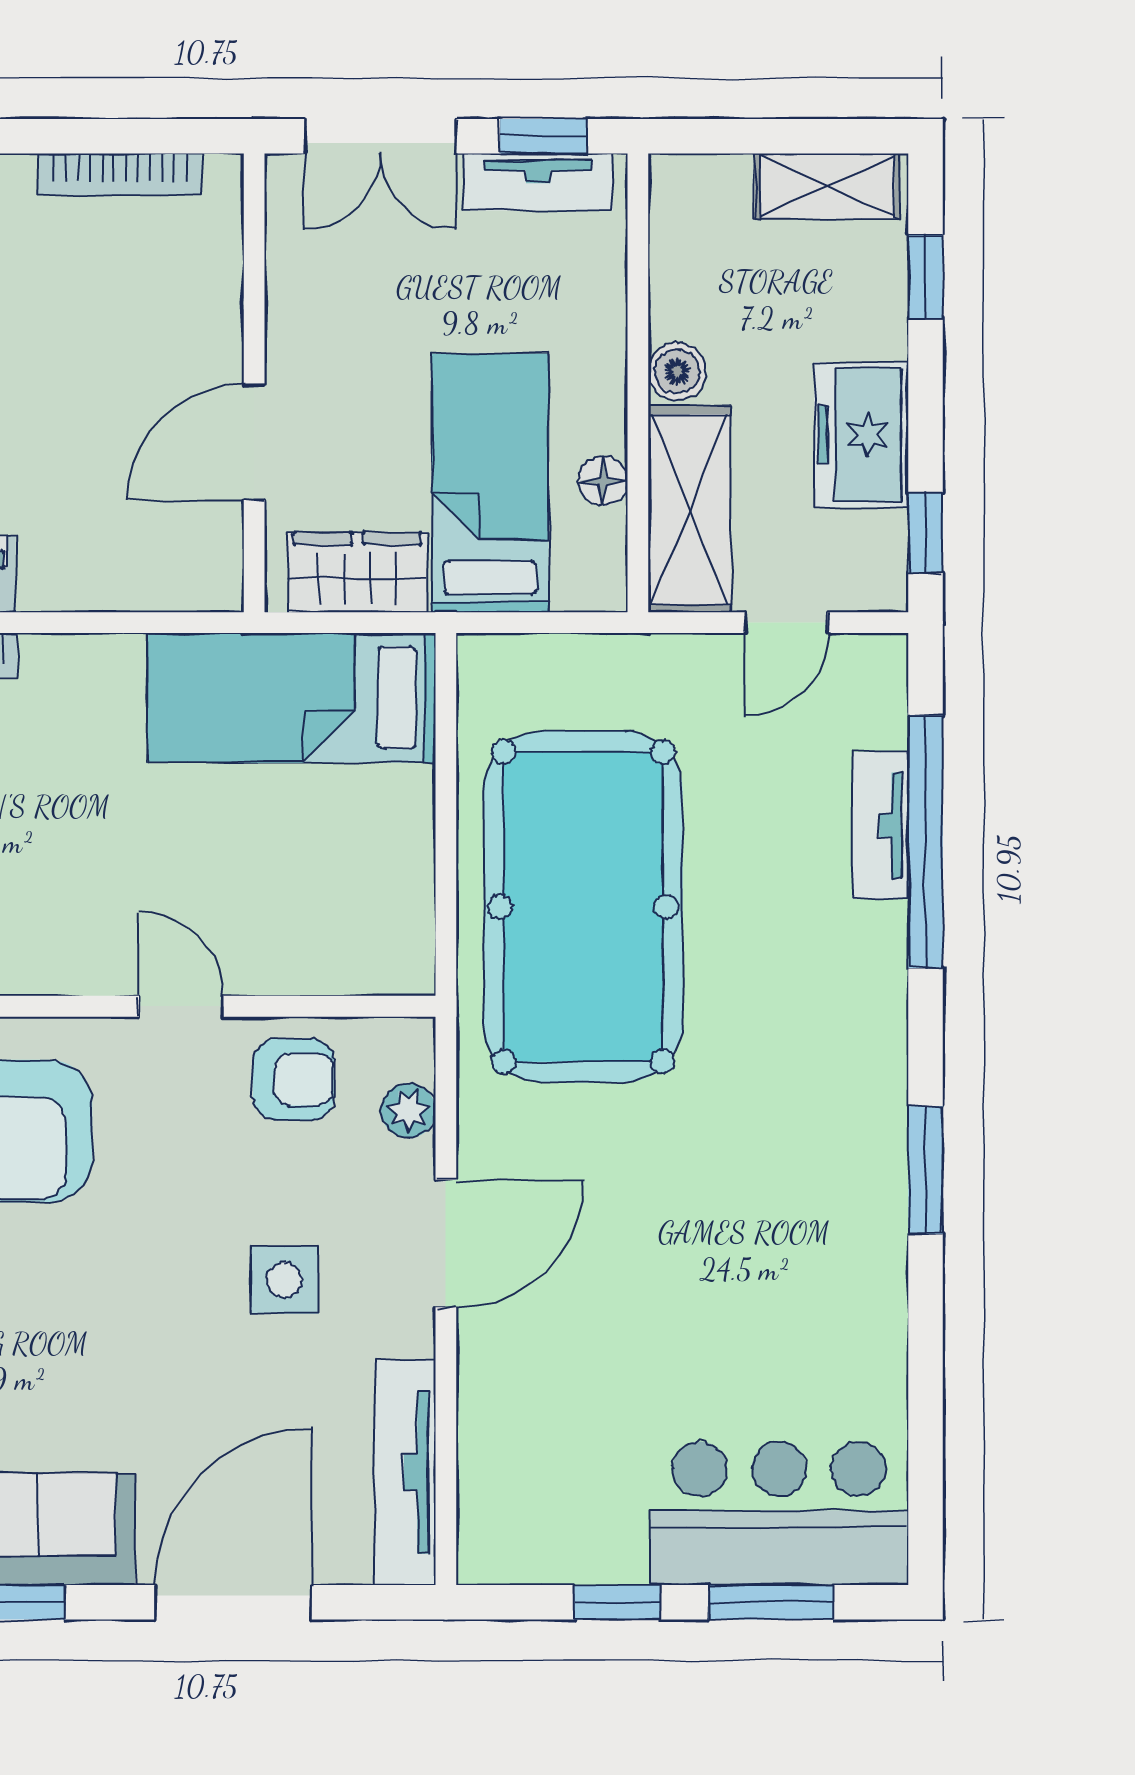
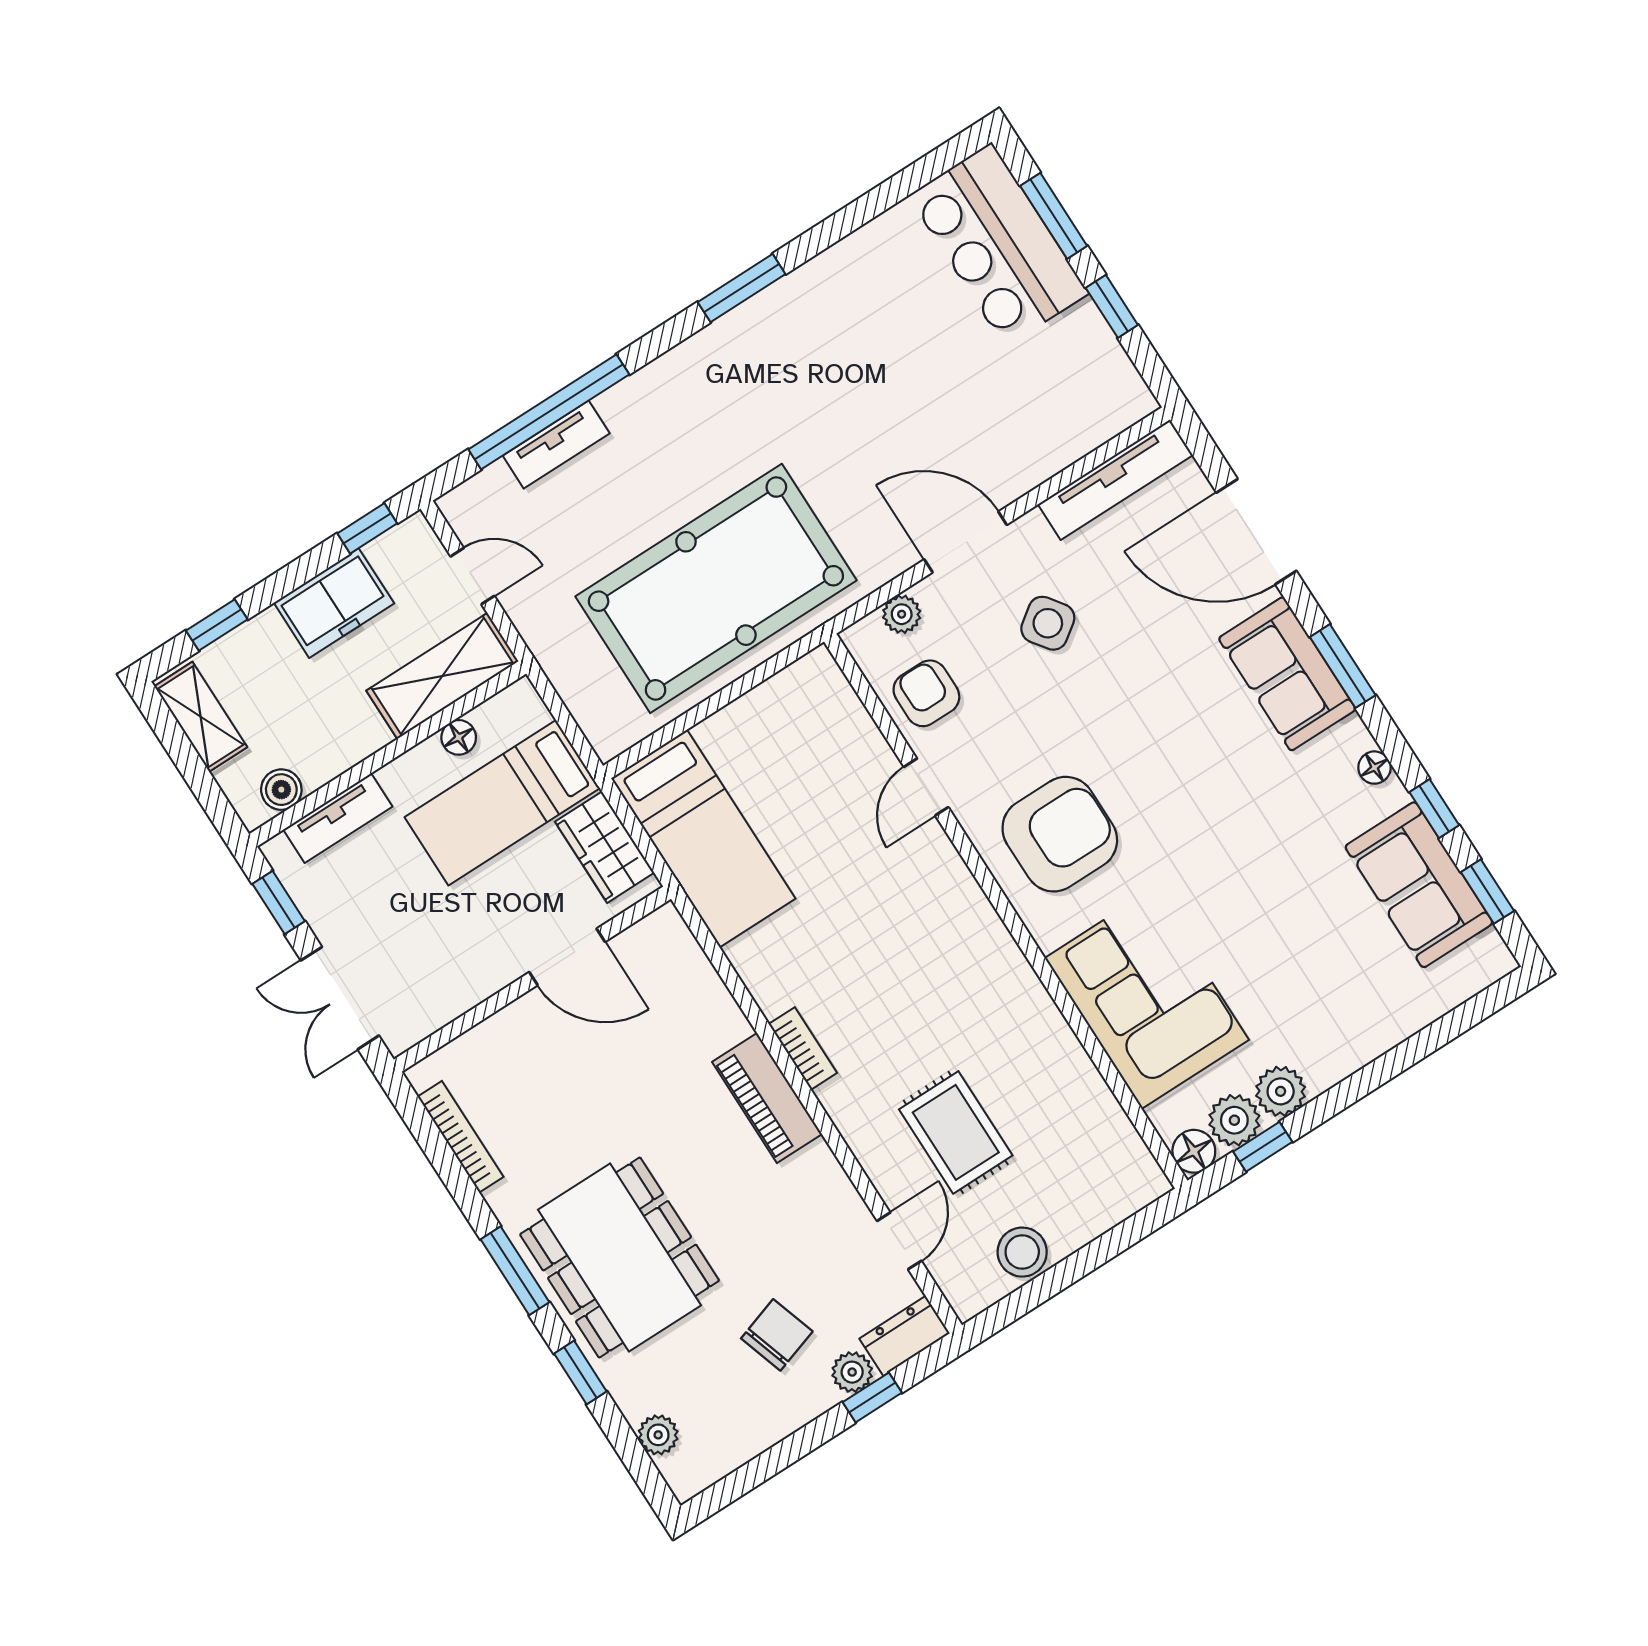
double door: (380, 136) -> (340, 998), swing flipped
tv unit: (538, 182) -> (338, 818), moved, turned 90
boiler: (677, 371) -> (281, 790), moved
side table: (284, 1280) -> (1048, 623), turned -36

